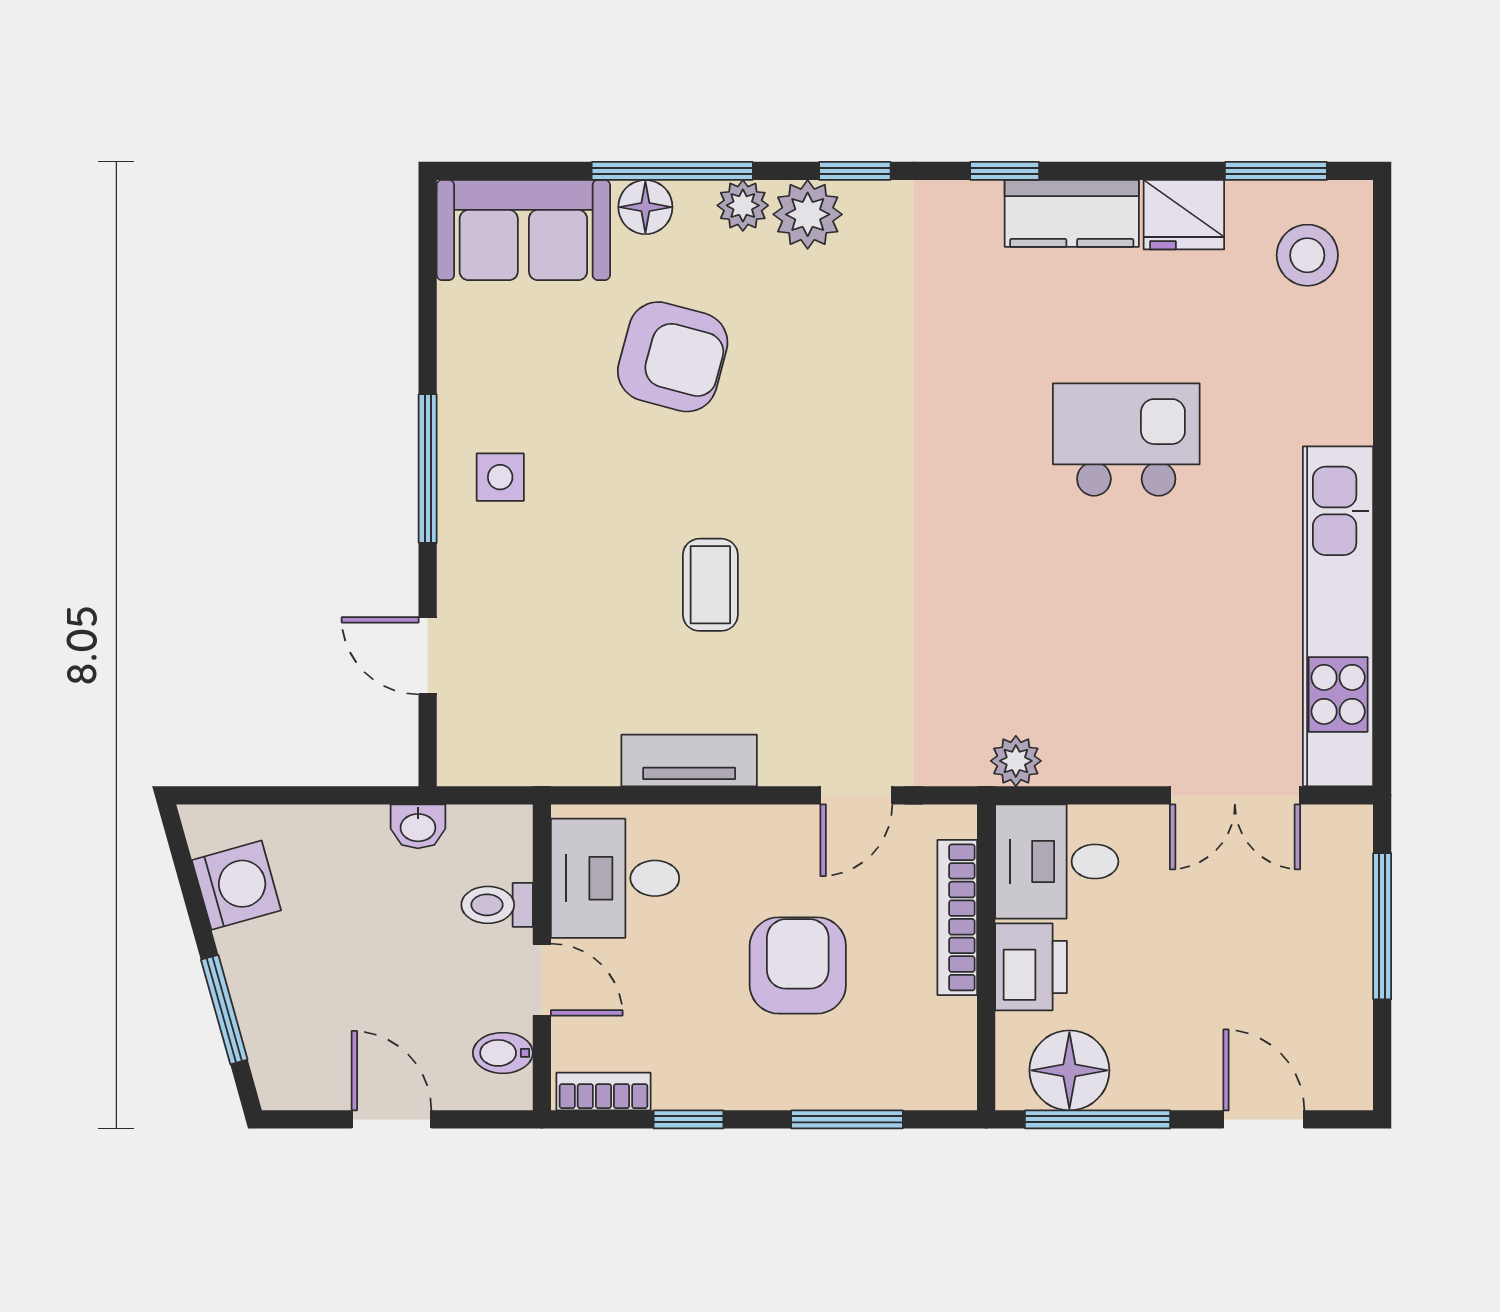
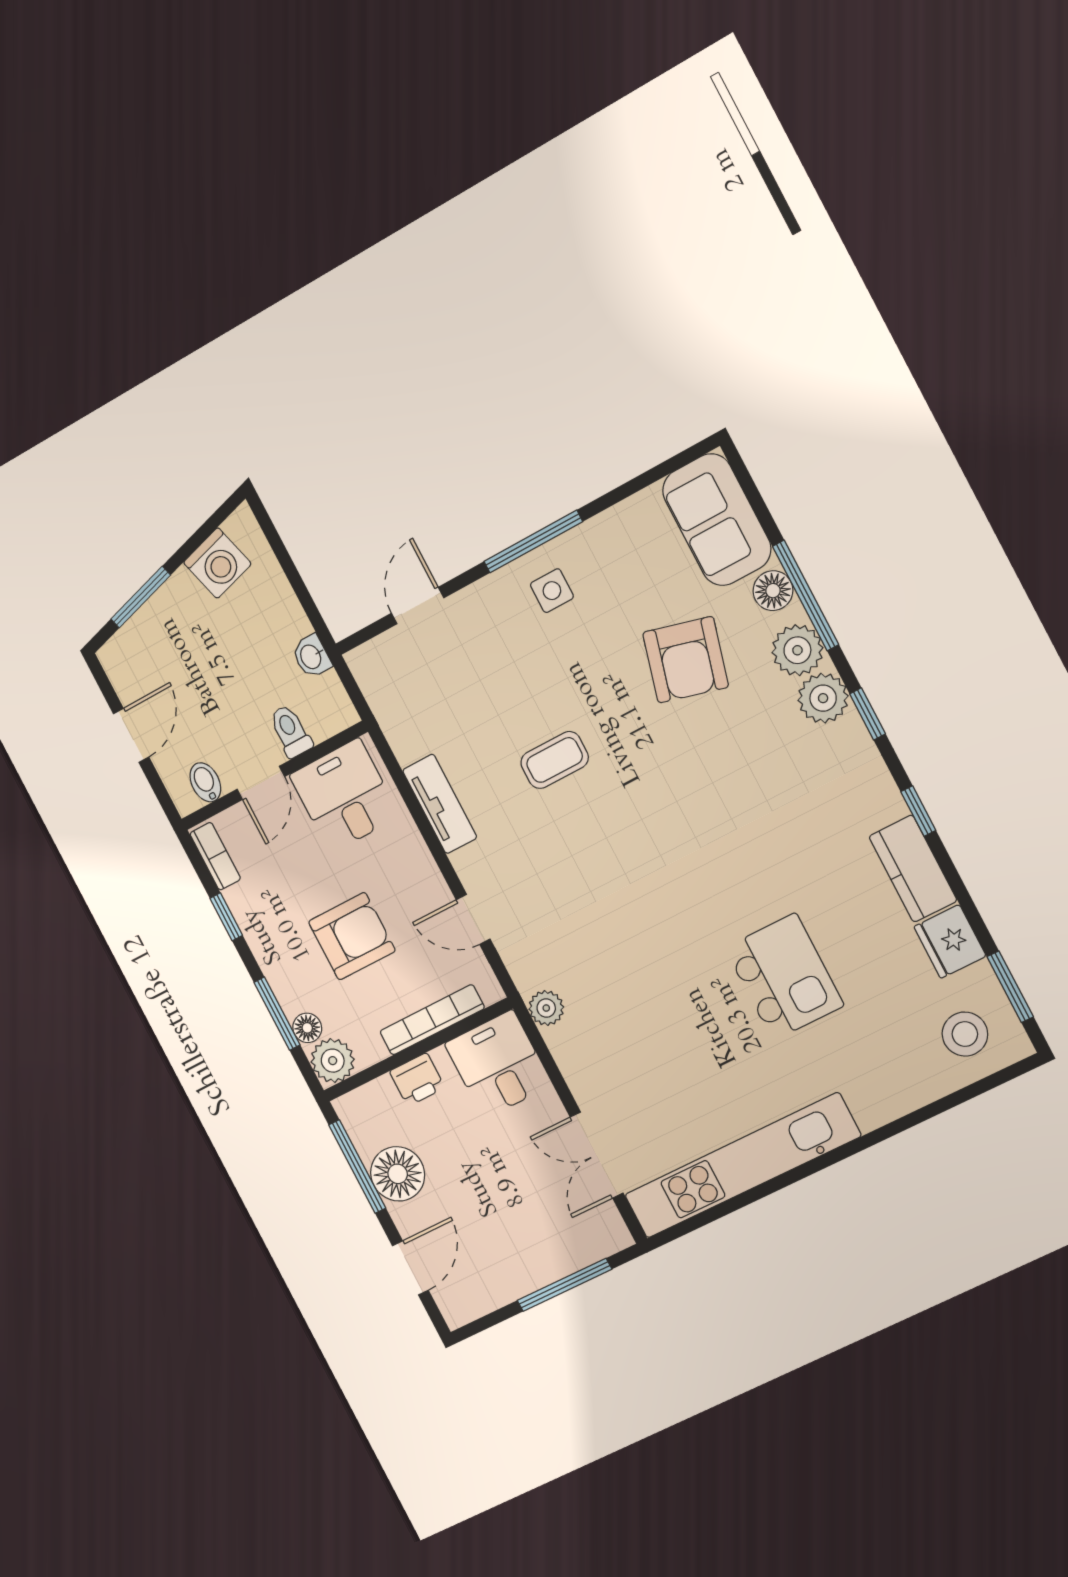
plant: (743, 205) -> (797, 650), width x1.38, depth x1.38
printer: (1031, 967) -> (417, 1080), width x0.73, depth x0.81
floor lamp: (1069, 1070) -> (398, 1174), moved
plant: (944, 1078) -> (333, 1061), added
floor lamp: (886, 1089) -> (307, 1028), added

